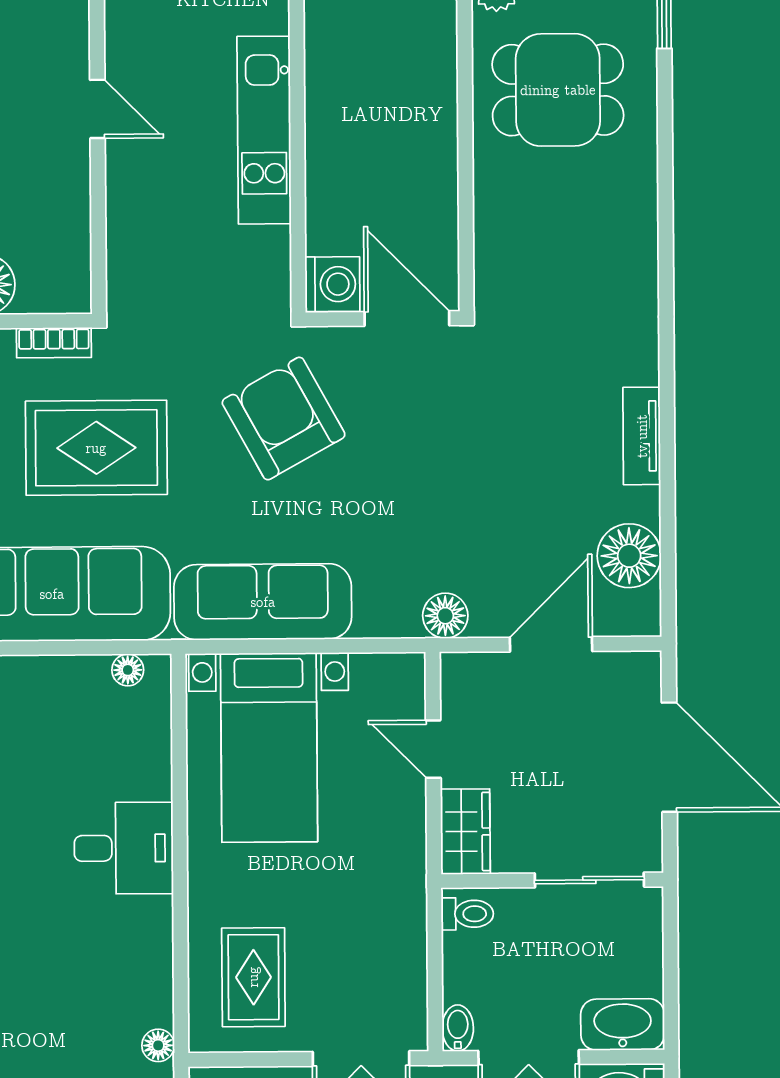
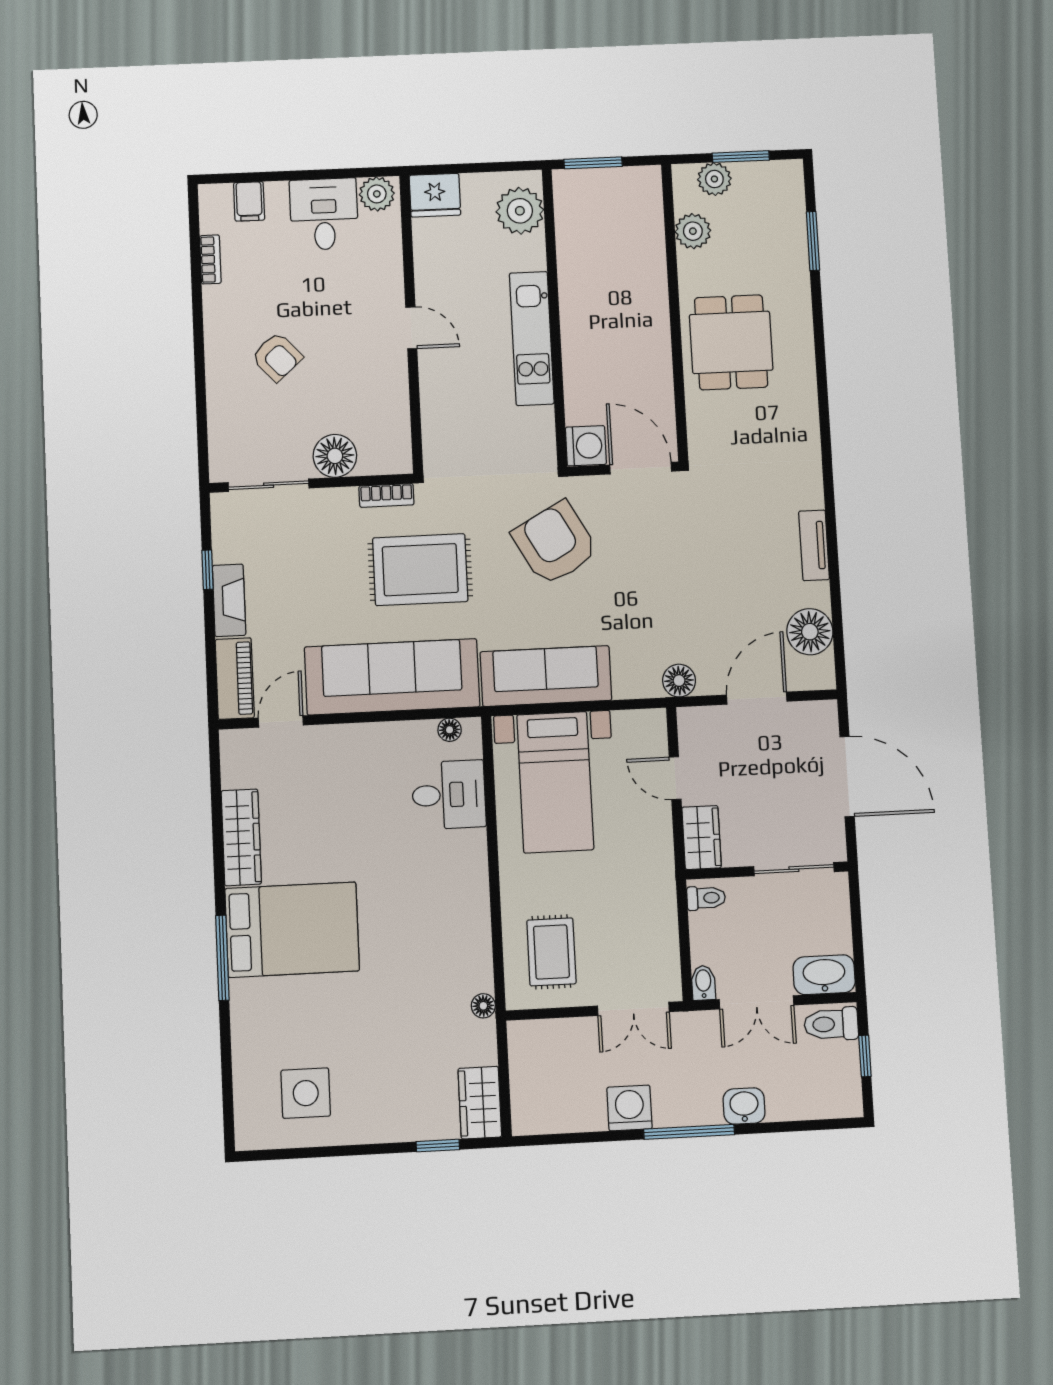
dining table: (558, 90) -> (731, 342), moved, turned 90
desk: (124, 848) -> (449, 795), moved

